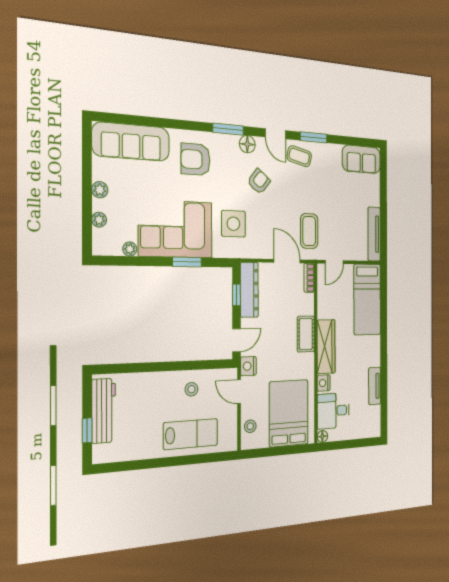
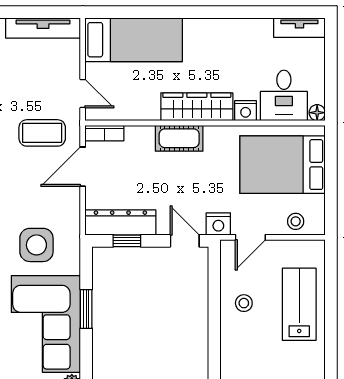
tv unit: (375, 386) -> (299, 28), moved

